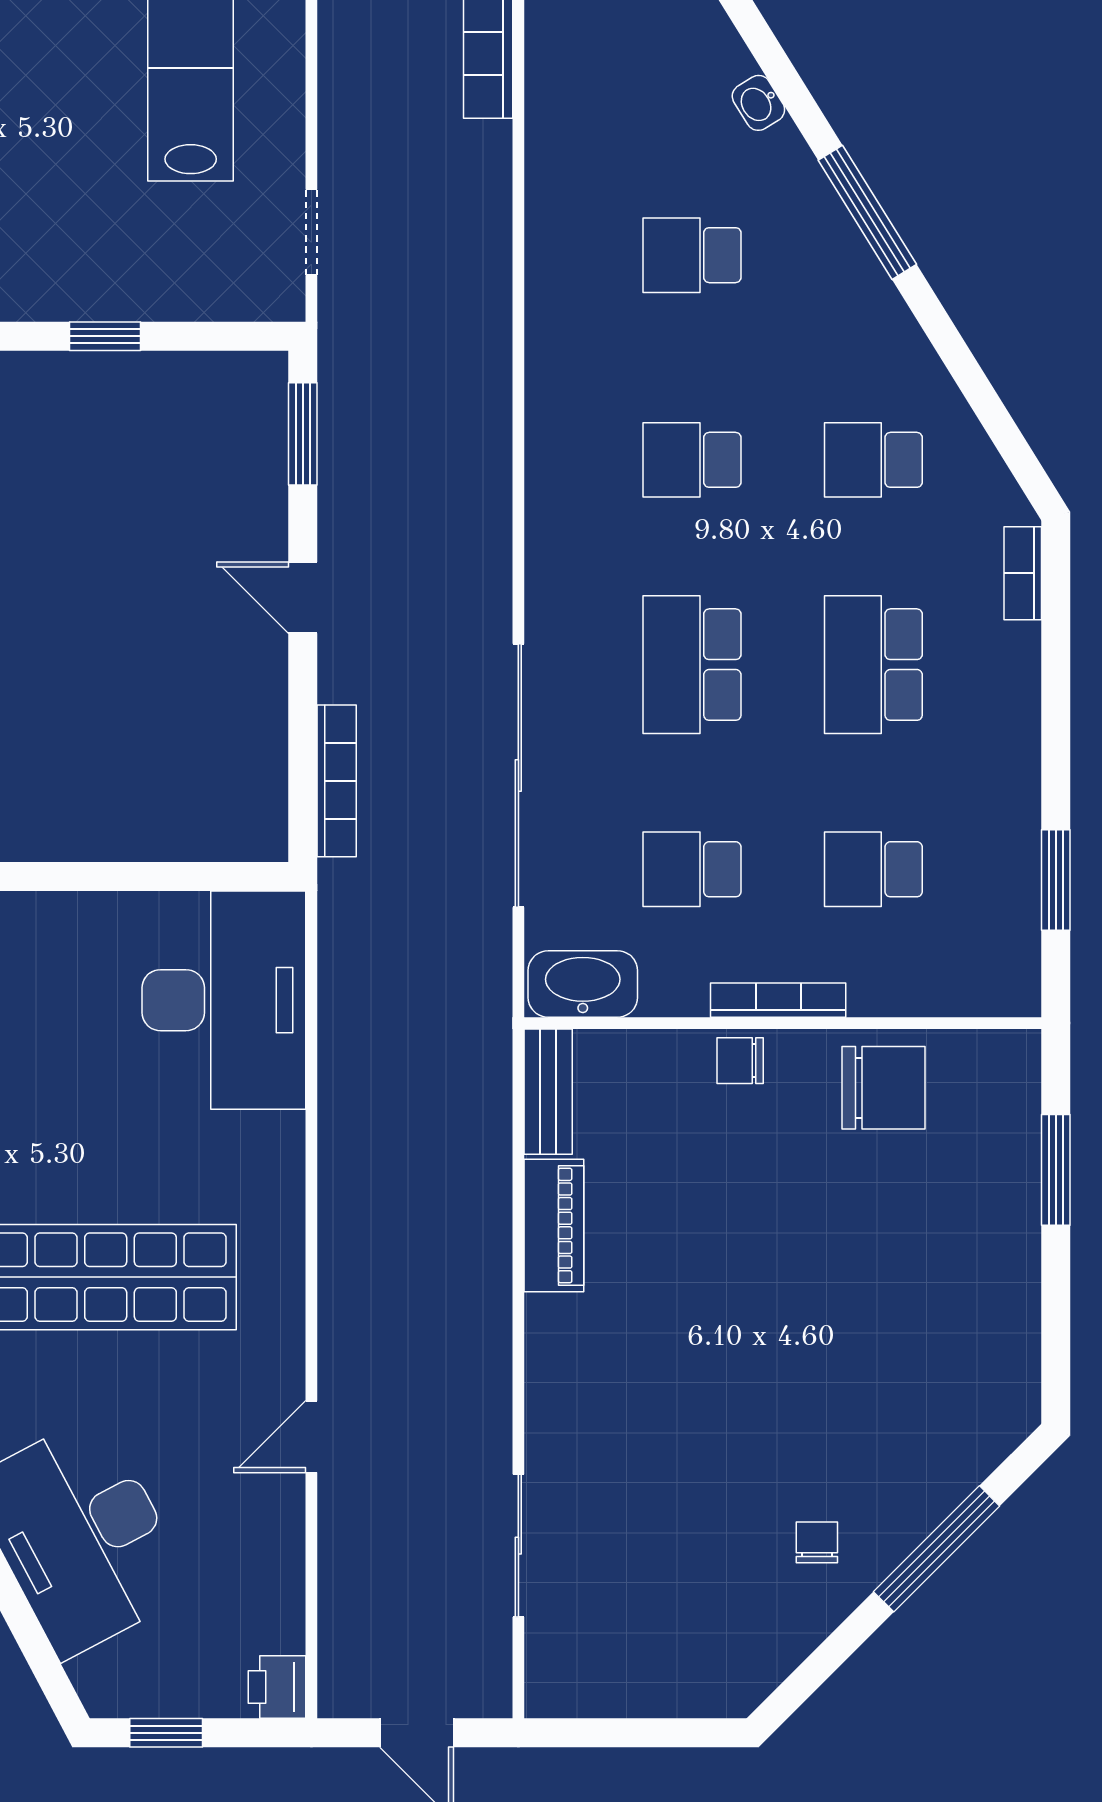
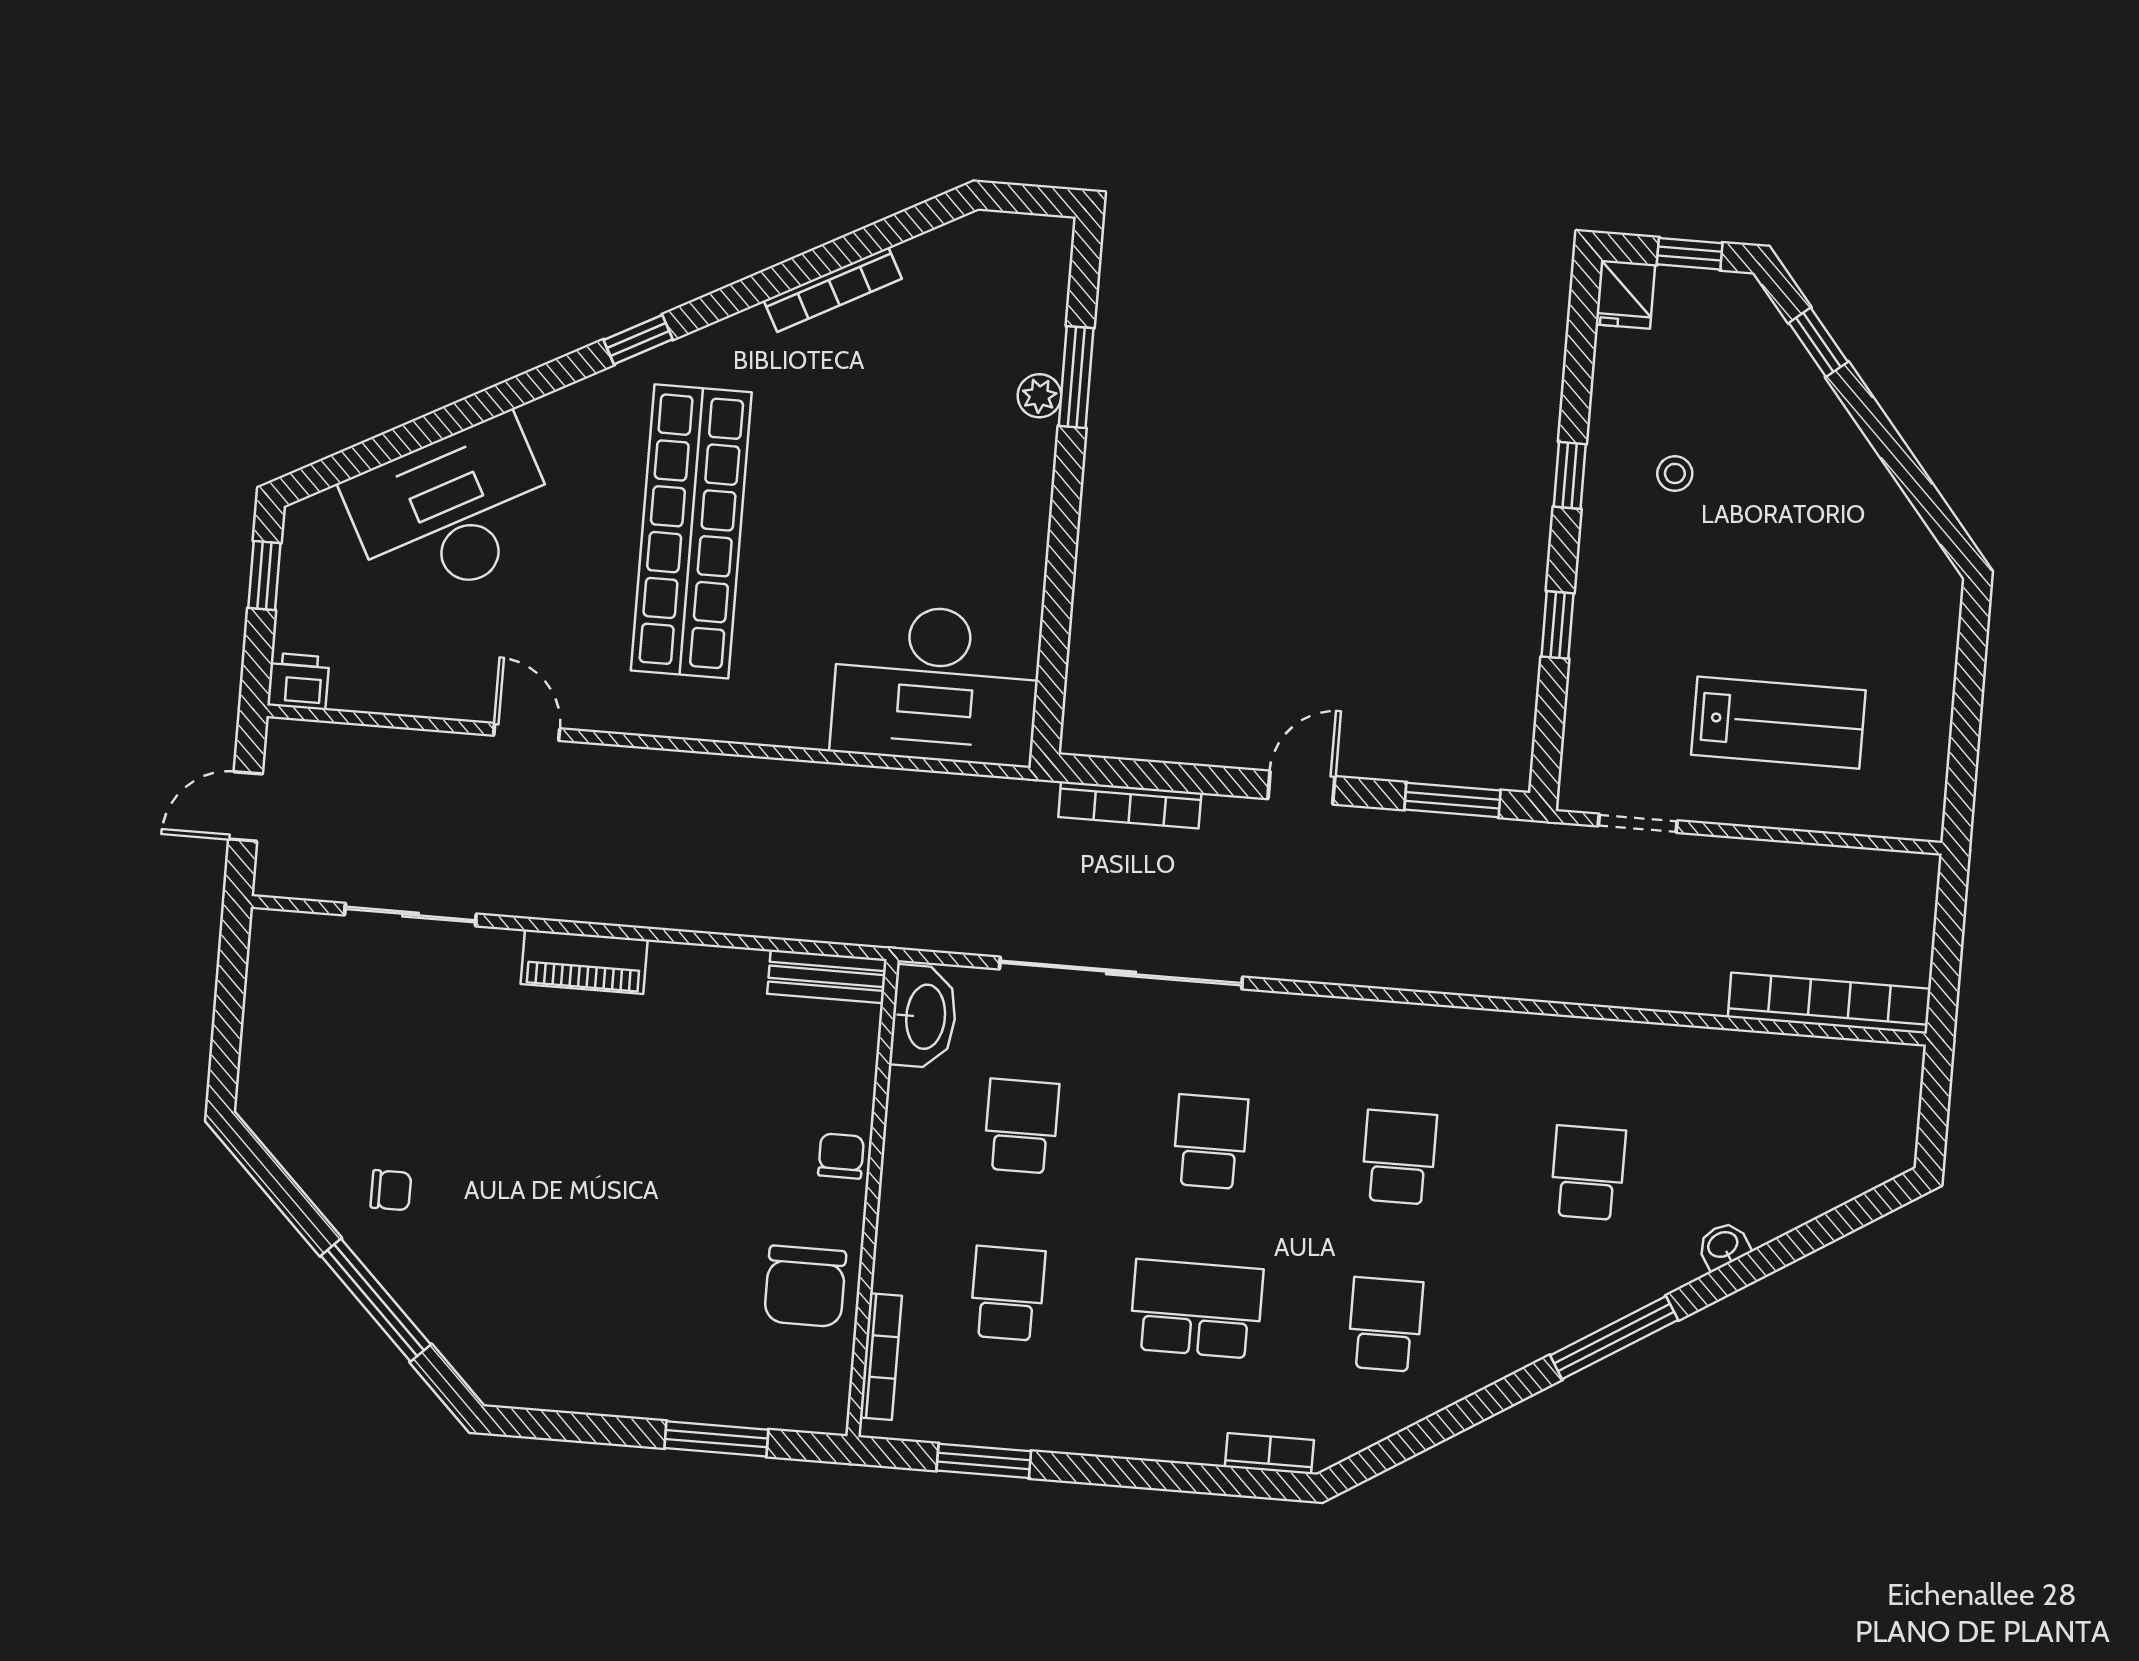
school desk: (692, 665) -> (1210, 1142), width x0.54
bookcase: (778, 1000) -> (881, 1357), moved
piano: (554, 1226) -> (584, 962), moved

